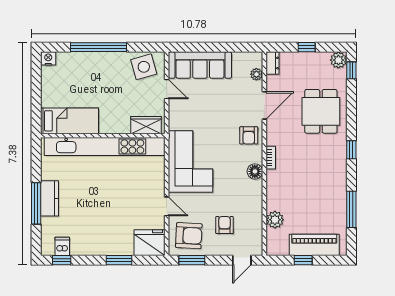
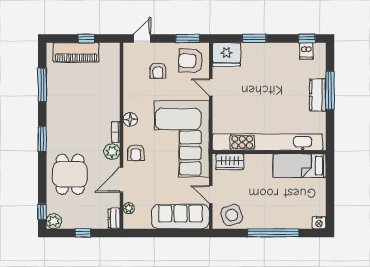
armchair: (249, 135) -> (136, 152), turned 180
window: (351, 150) -> (42, 139), width x1.50
corner sofa: (191, 161) -> (182, 139), width x1.36, depth x1.36
plant: (275, 220) -> (112, 152), moved

